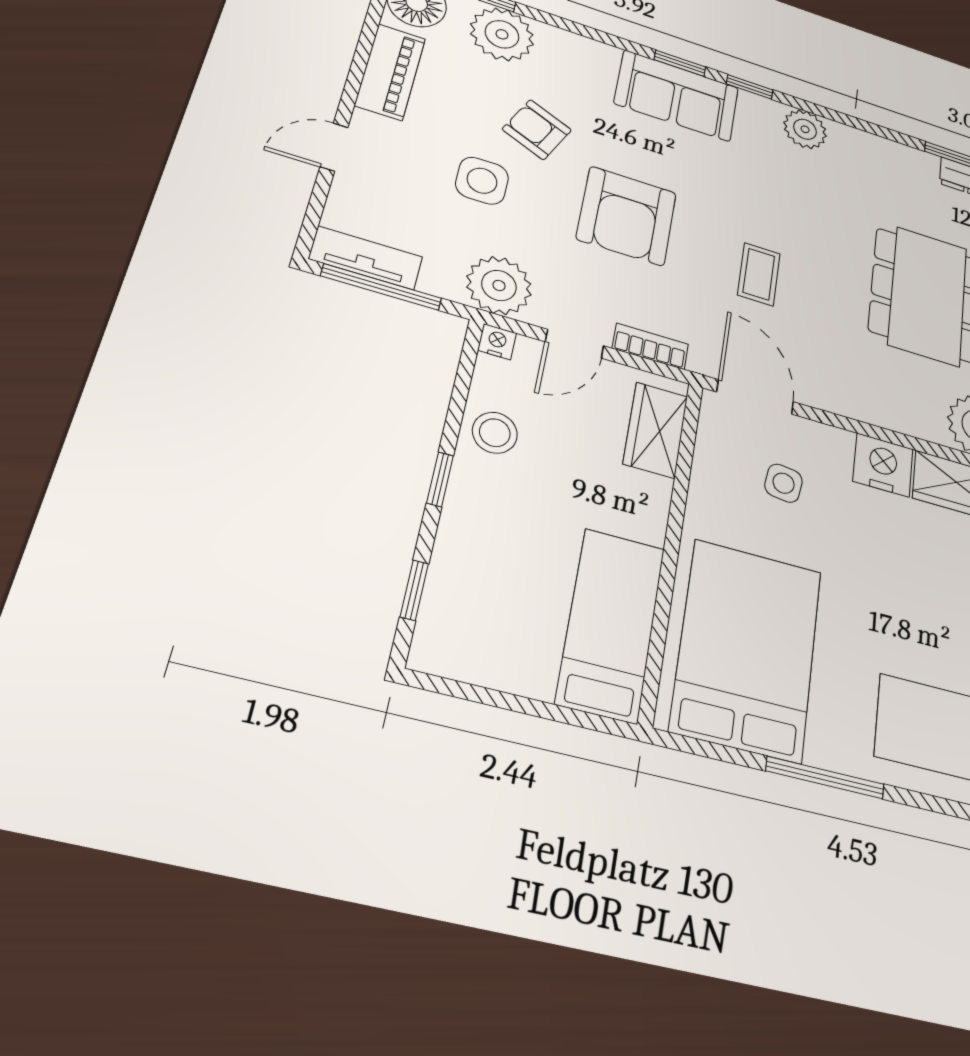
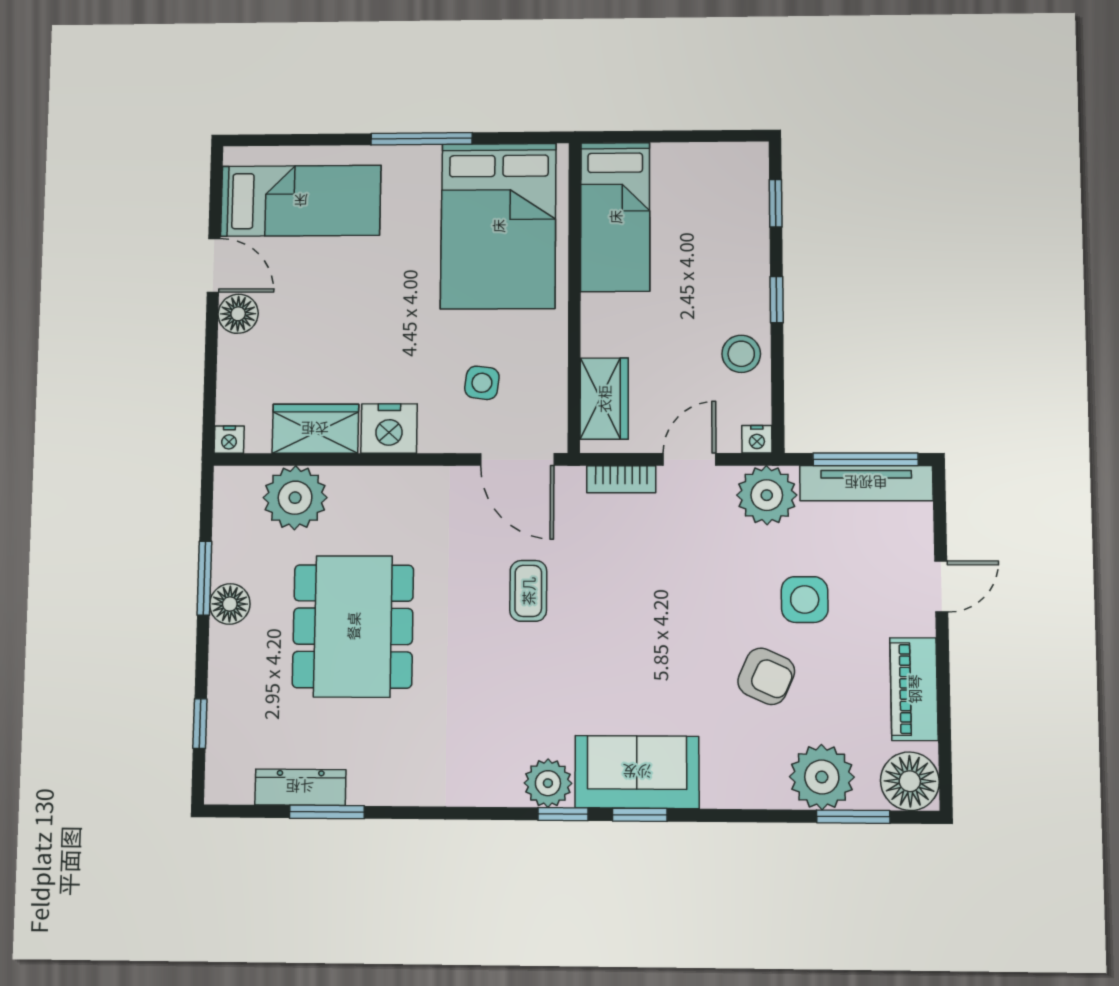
plant: (805, 129) -> (548, 783), moved
armchair: (627, 216) -> (665, 610), removed
tv unit: (366, 258) -> (866, 483), width x1.41

